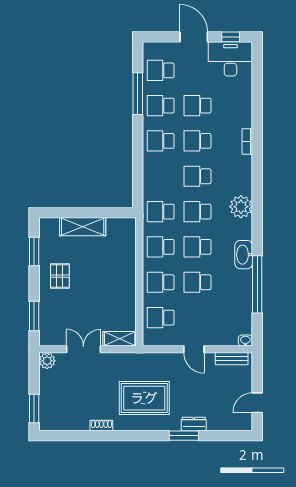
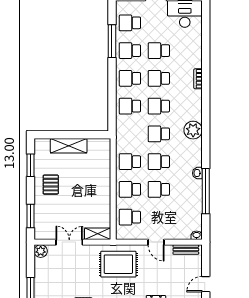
school desk: (161, 212) -> (130, 106), moved
washbasin: (244, 255) -> (197, 173), width x0.52, depth x0.69
rug: (144, 398) -> (118, 264), moved

